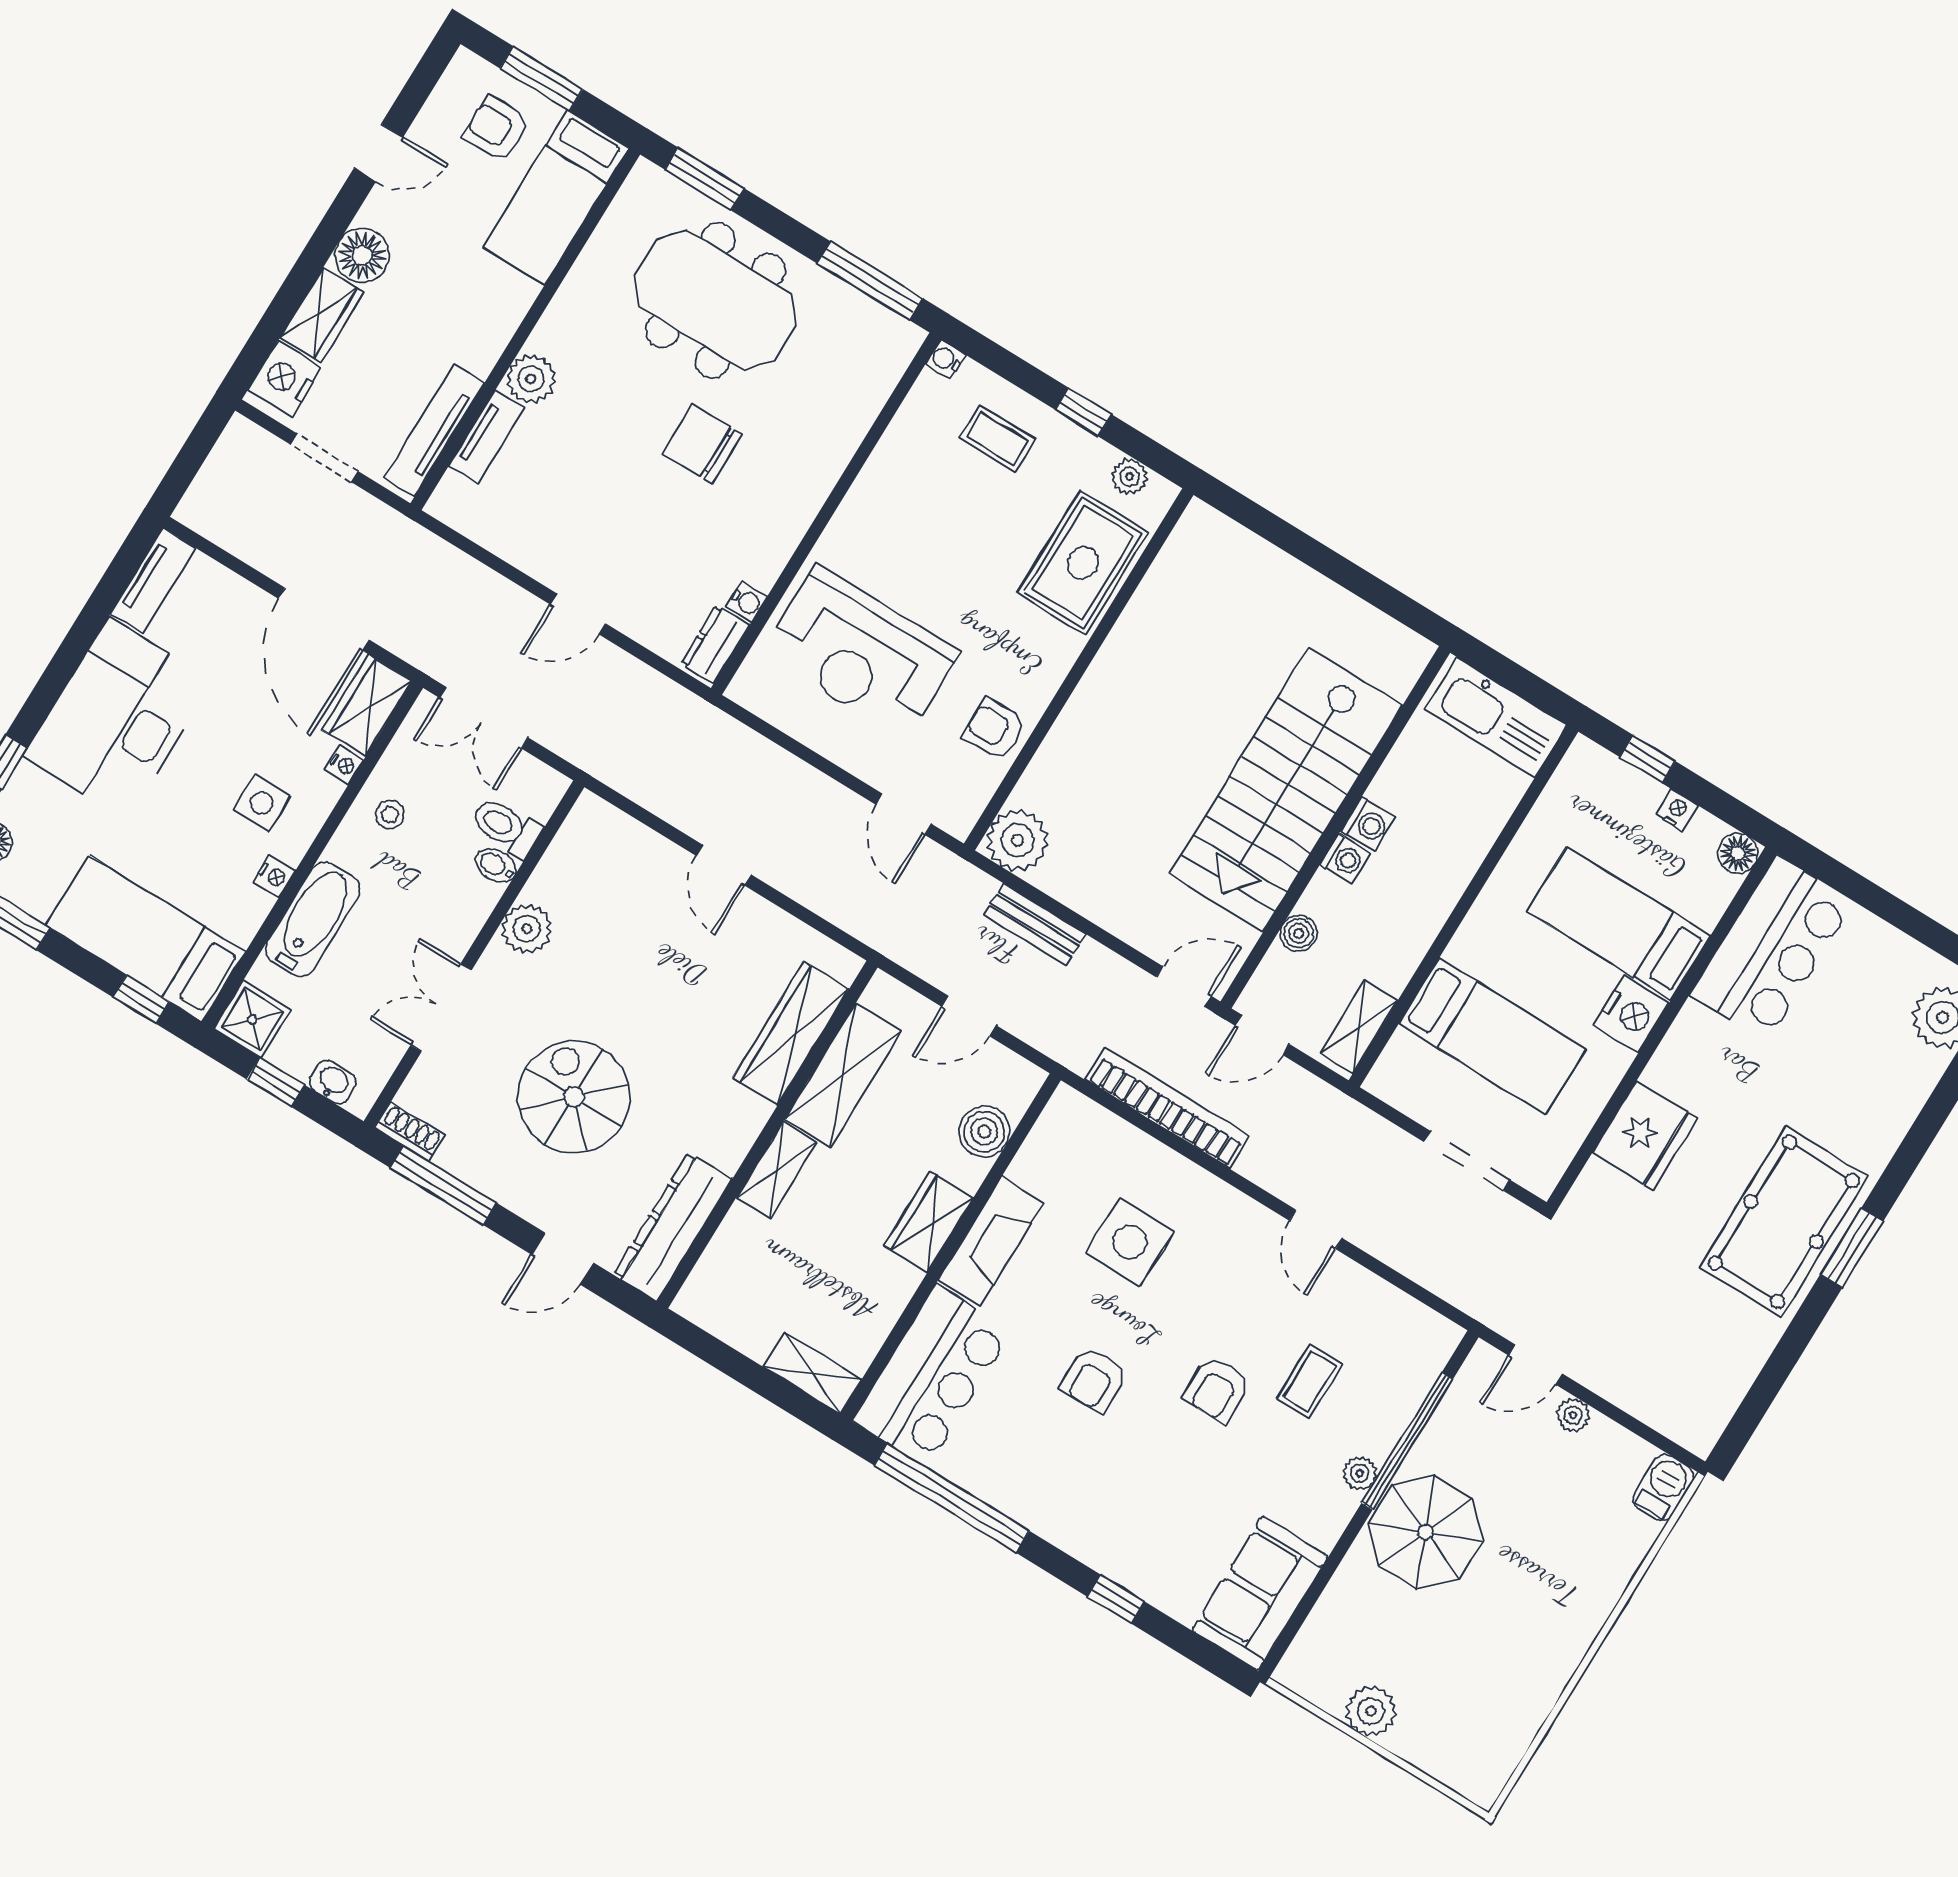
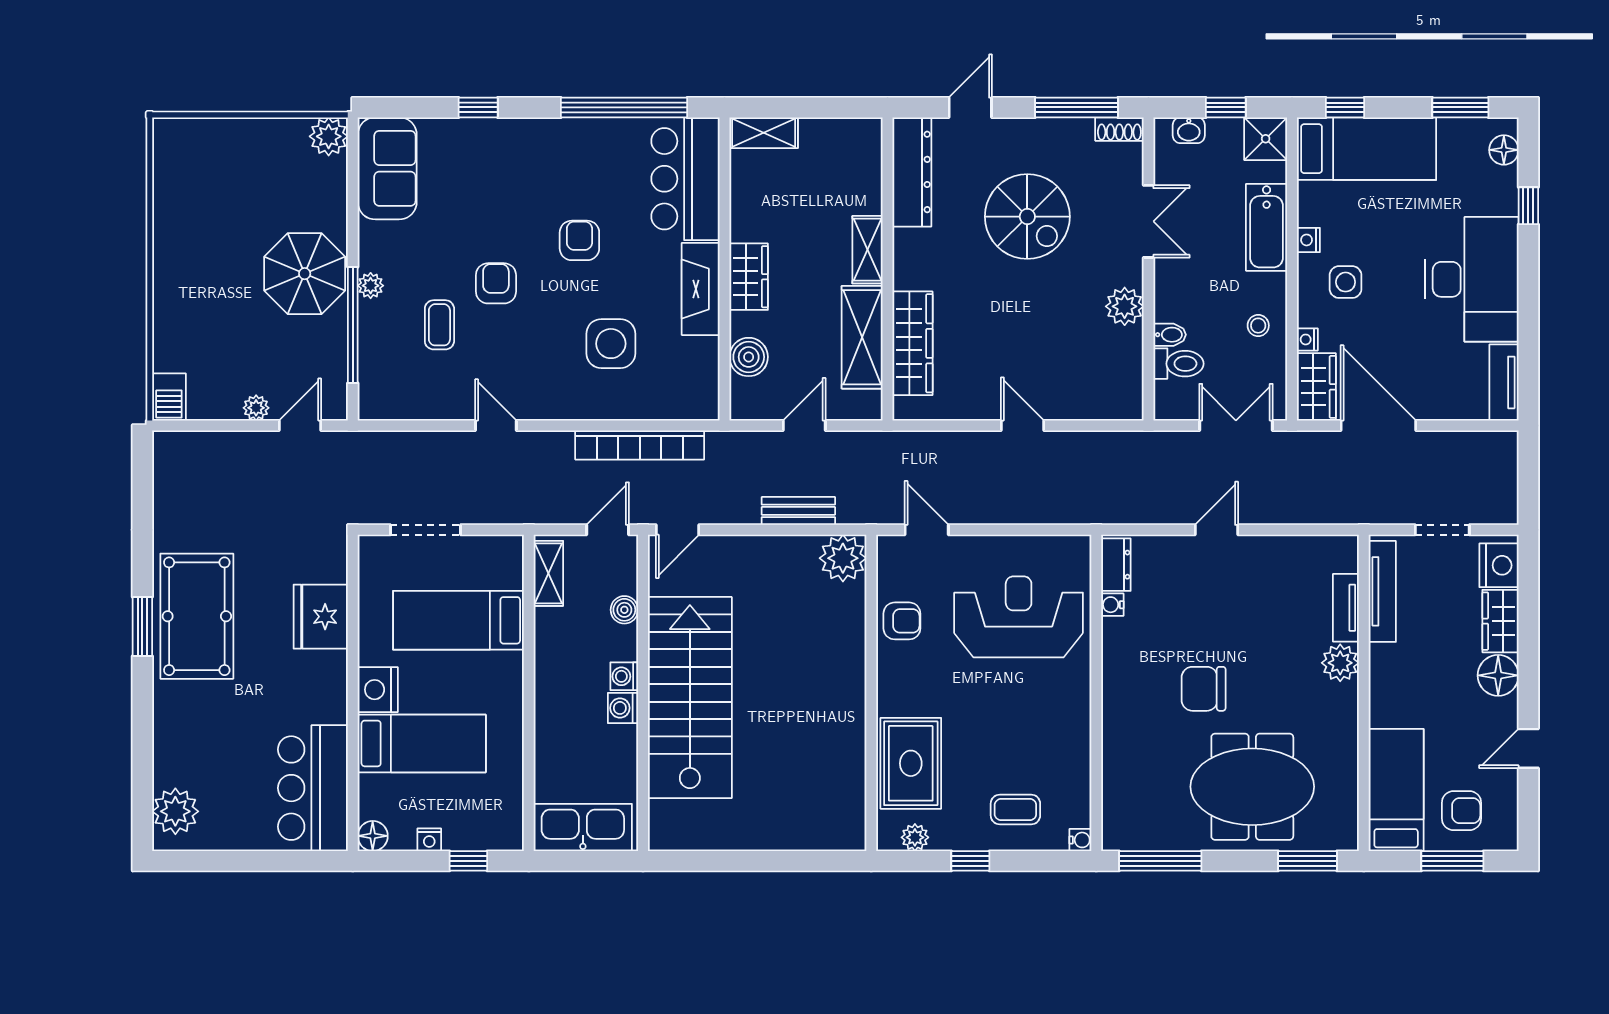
chair: (702, 444) -> (1204, 689), turned 180
plant: (1371, 1711) -> (329, 136), moved

